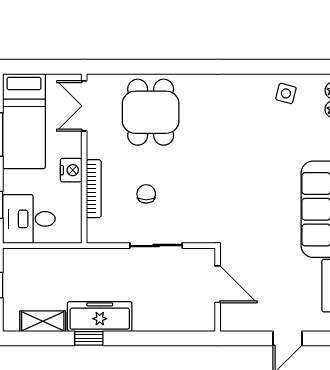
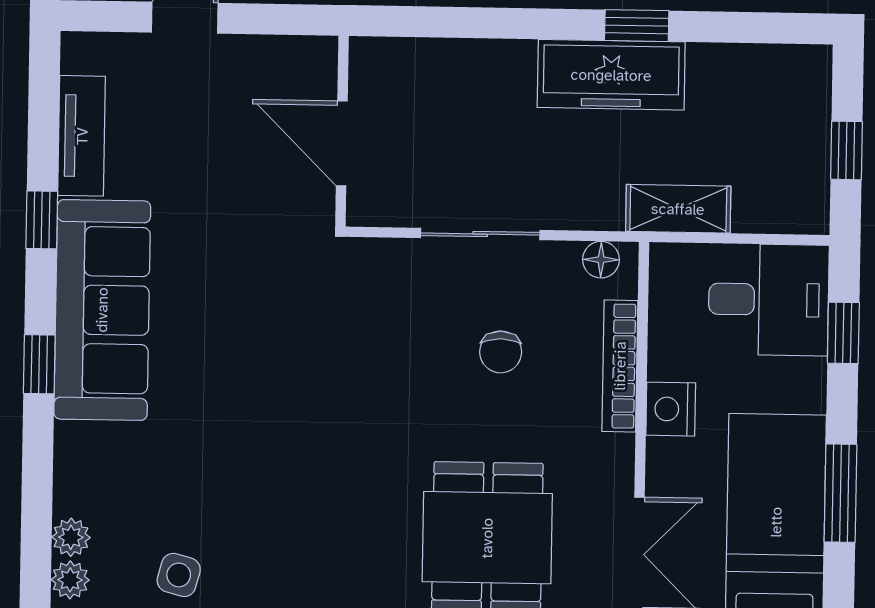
floor lamp: (103, 235) -> (601, 260), added
shelving: (43, 321) -> (678, 209), moved

